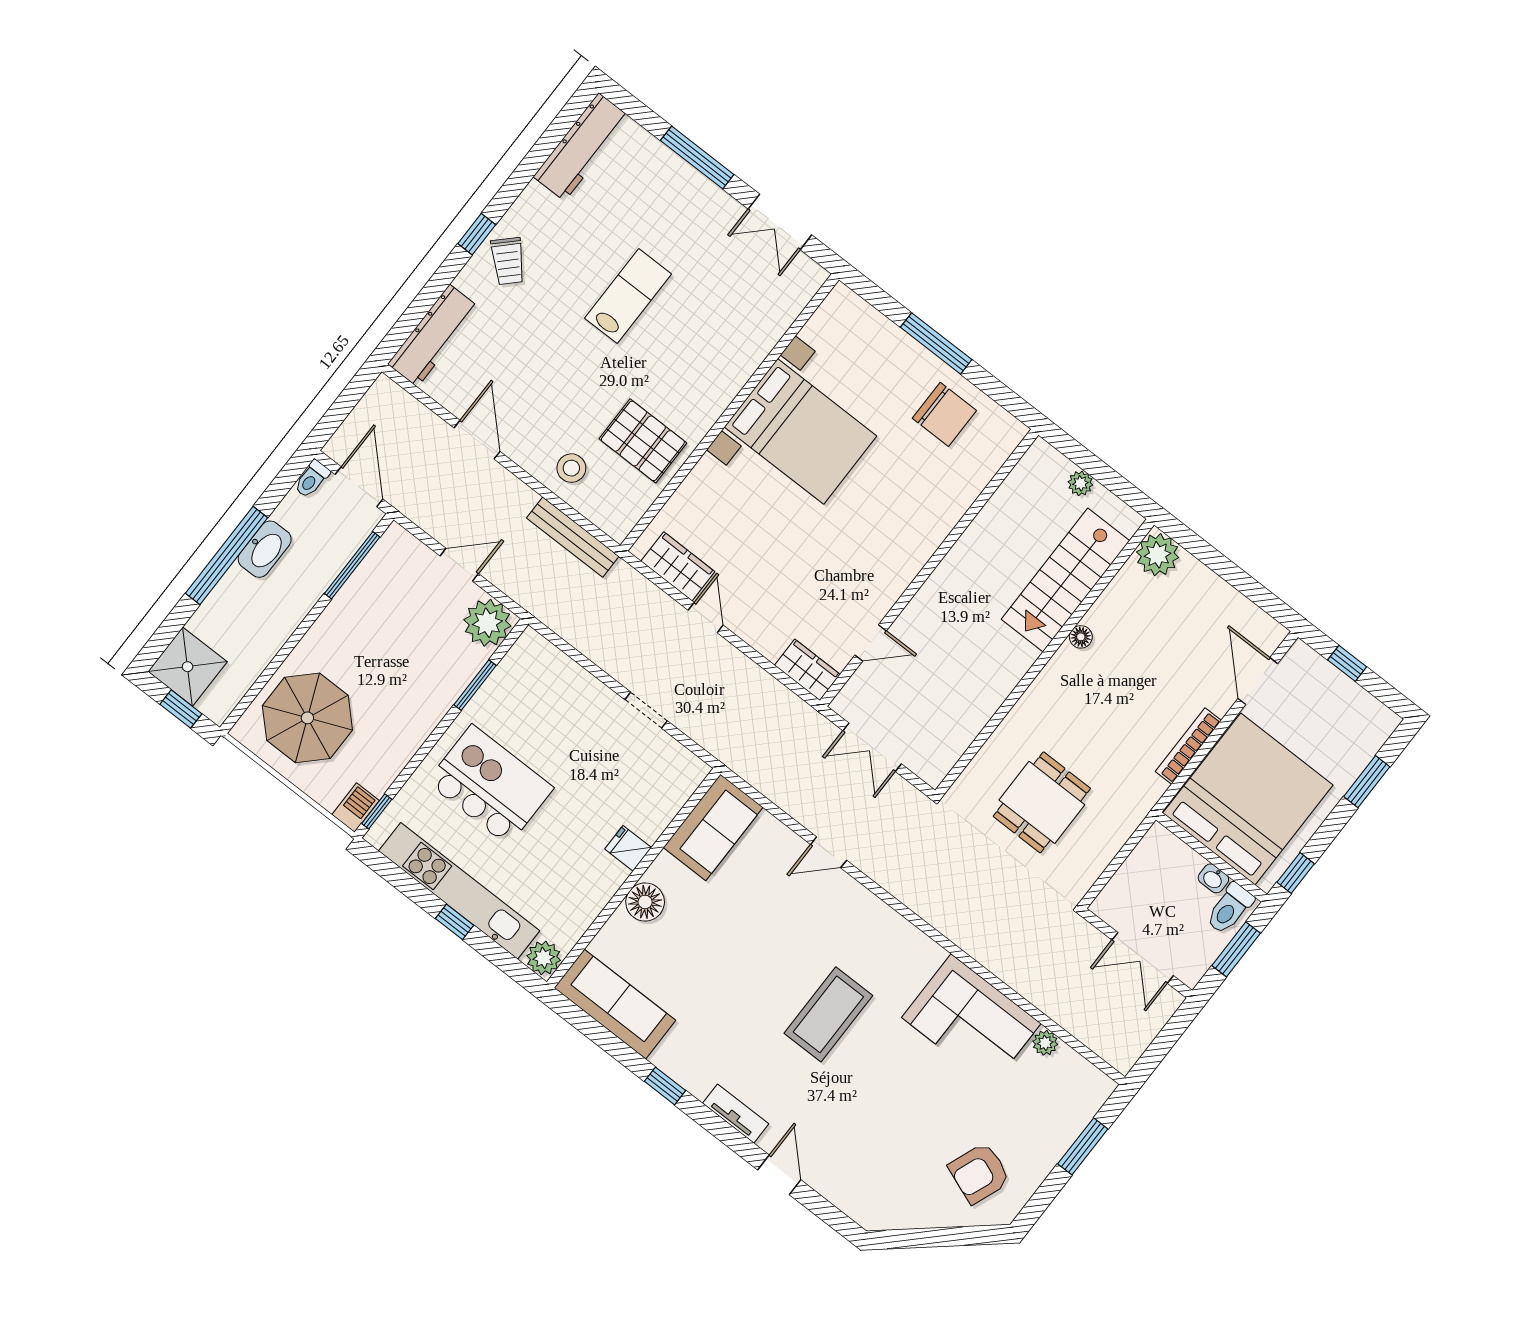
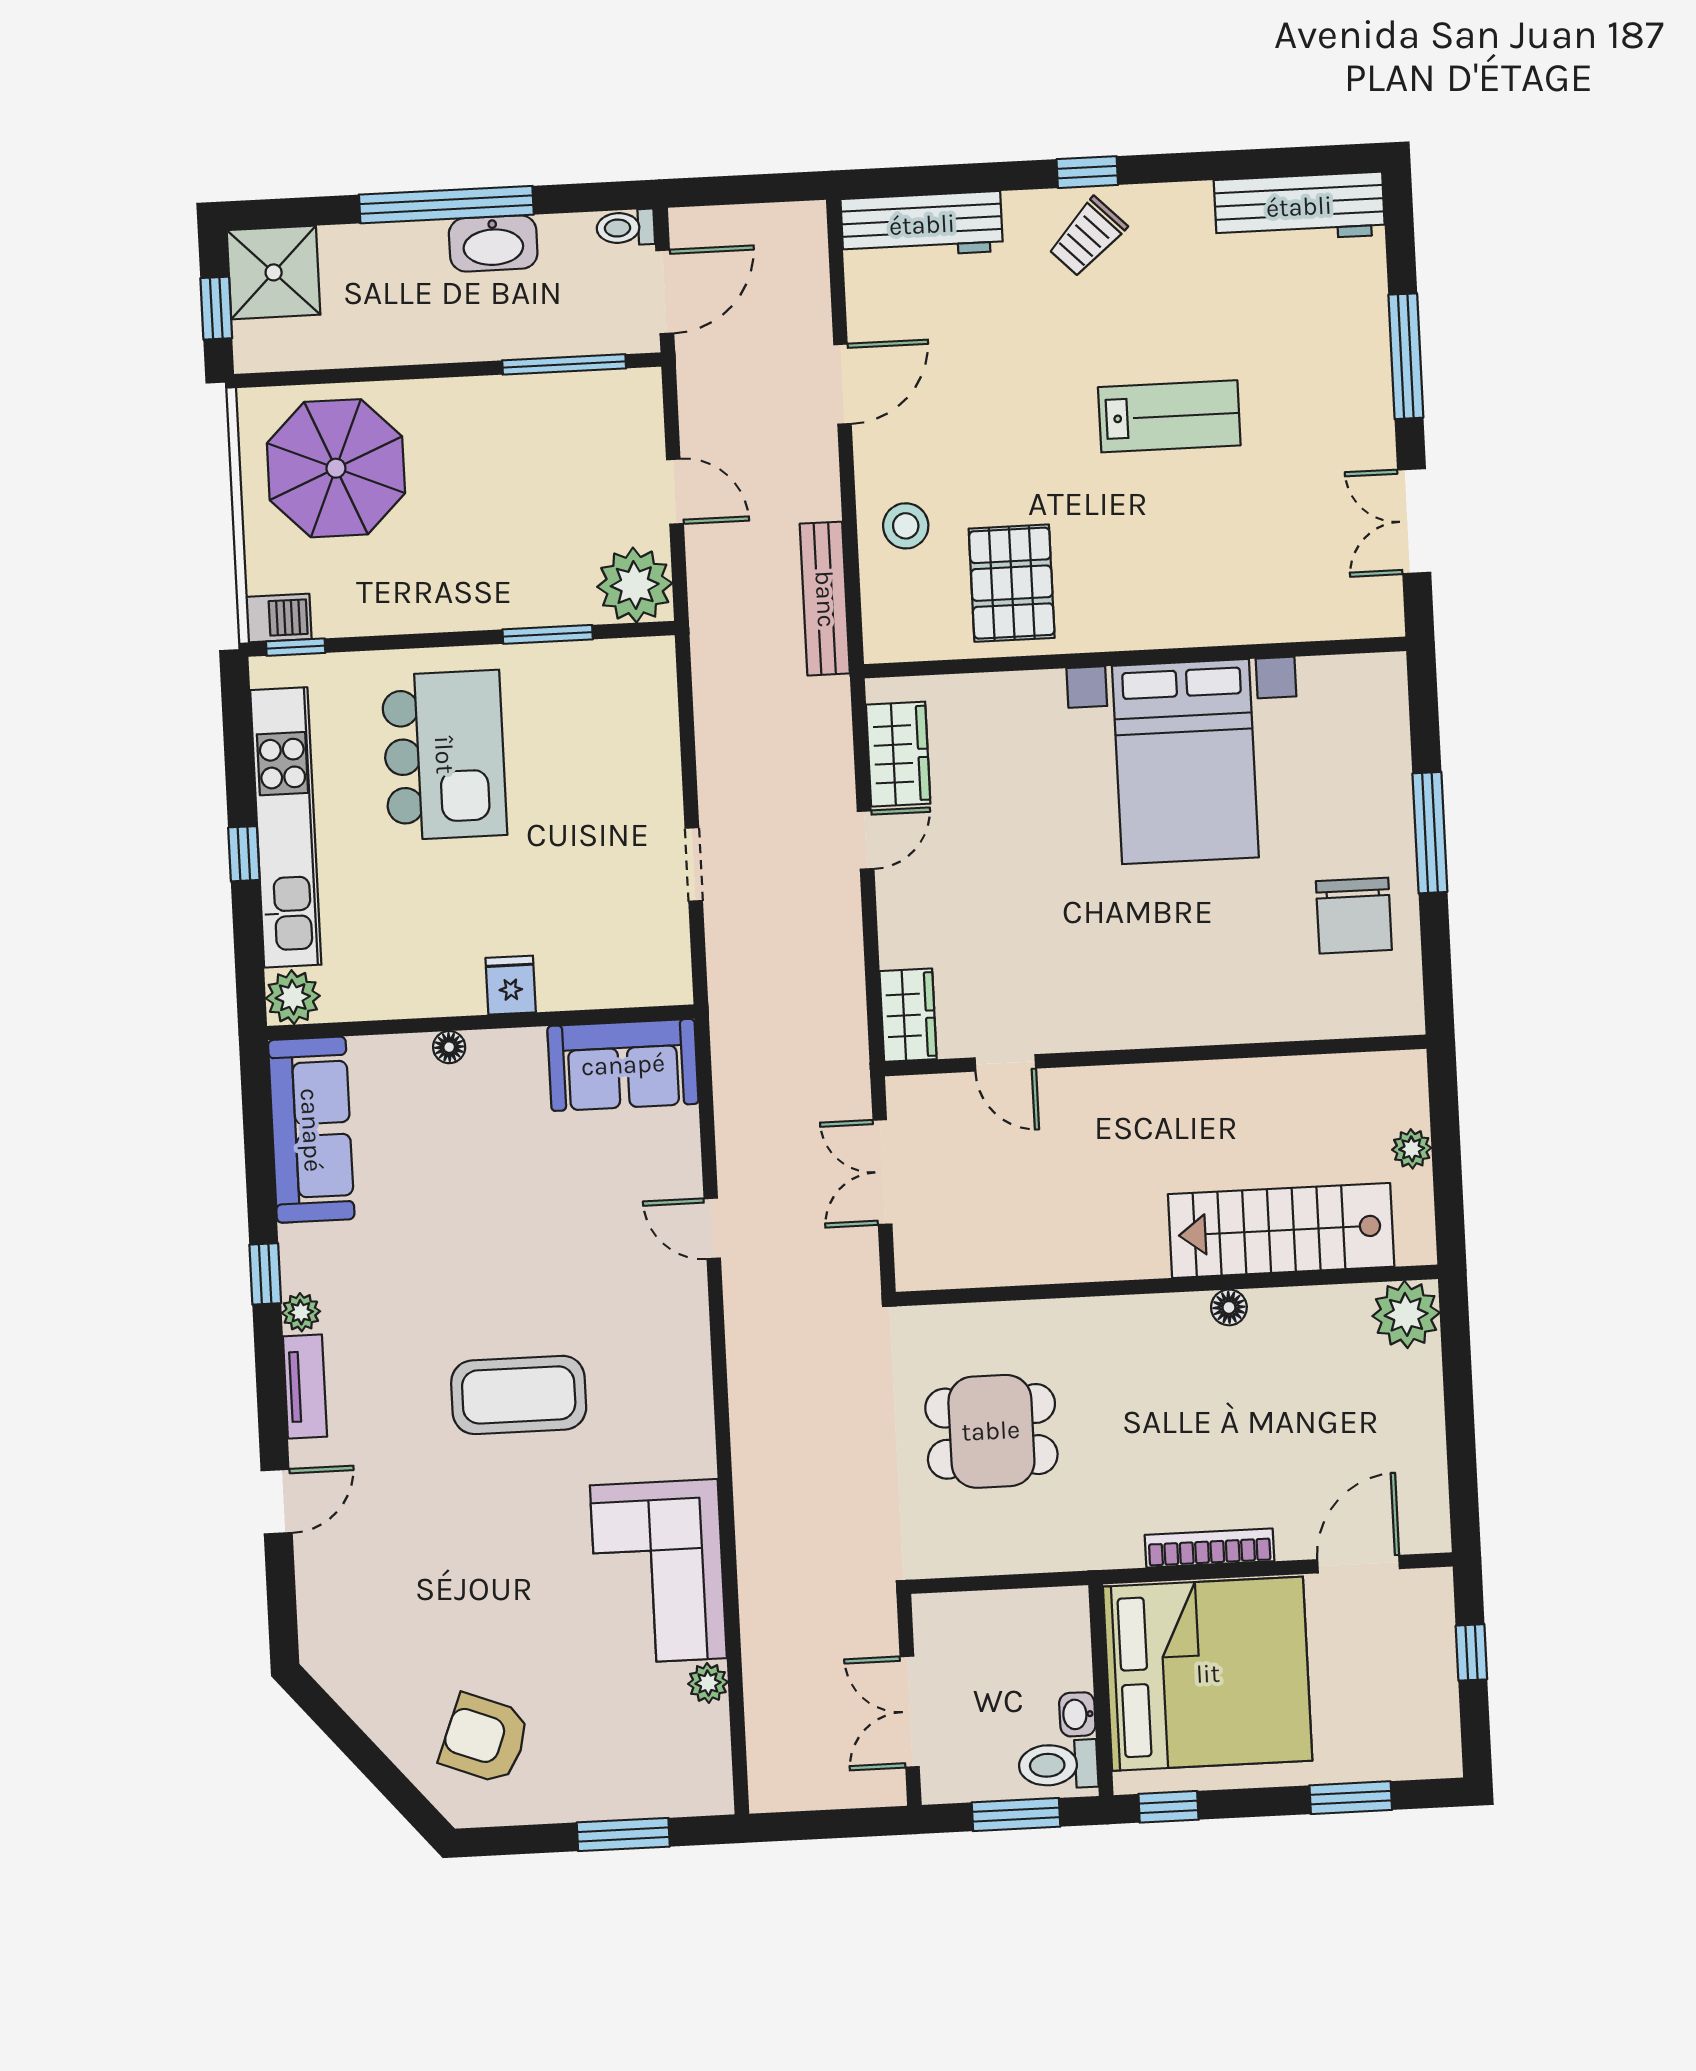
floor lamp: (645, 902) -> (449, 1047), width x0.53, depth x0.53
plant: (698, 1085) -> (301, 1312), added

